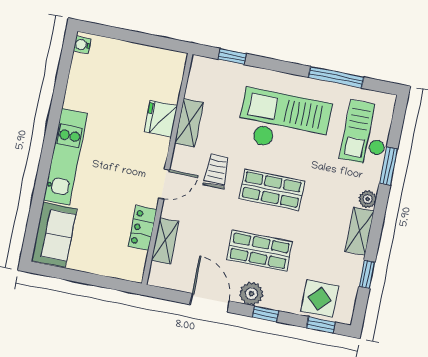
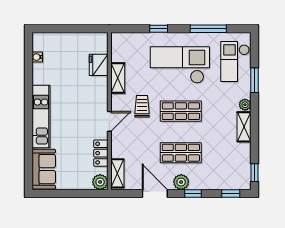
water cooler: (82, 45) -> (37, 57), moved
window: (232, 56) -> (159, 29), moved
fridge: (161, 119) -> (99, 65), moved
shelving: (165, 241) -> (117, 173), moved
plant: (133, 270) -> (100, 182), added
window: (367, 274) -> (254, 173), moved
display table: (320, 299) -> (226, 176), removed

